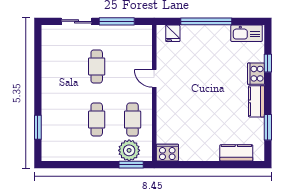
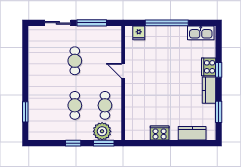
window: (268, 63) -> (219, 70), moved
cooker: (167, 153) -> (160, 133), moved
window: (95, 165) -> (73, 143), added

